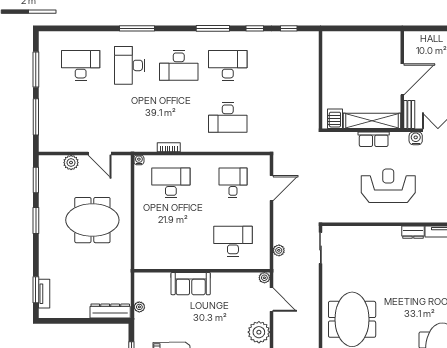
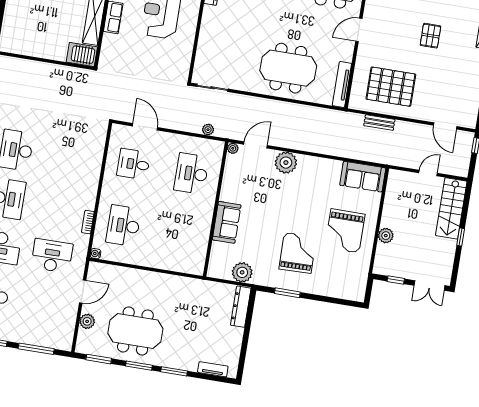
desk: (228, 117) -> (52, 256), moved, turned -90
server rack: (335, 119) -> (82, 54), width x1.36, depth x1.44
meeting table: (92, 220) -> (135, 331), moved, turned 90
window: (36, 290) -> (174, 371), moved
plant: (139, 307) -> (242, 272), width x1.88, depth x1.88

